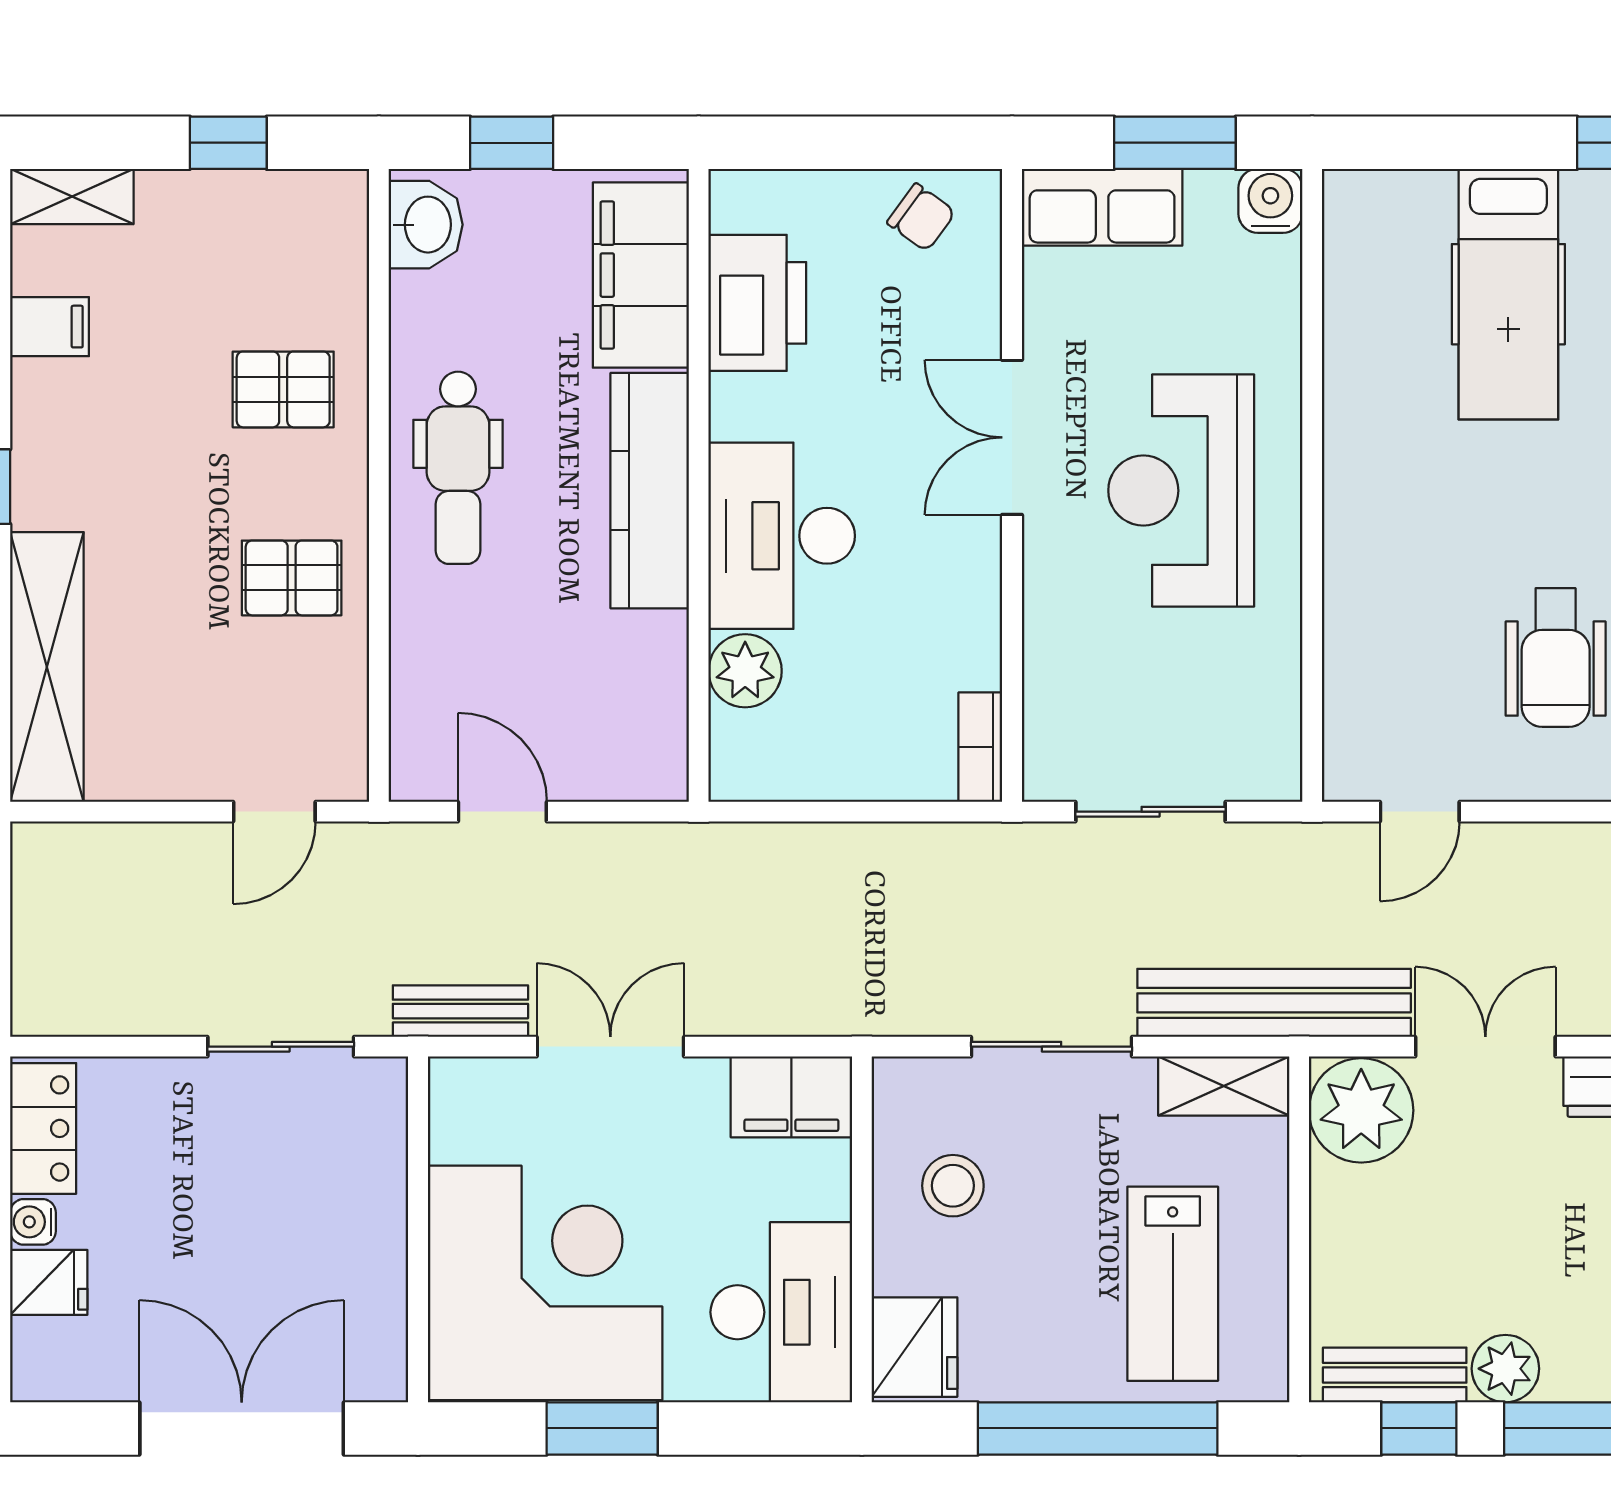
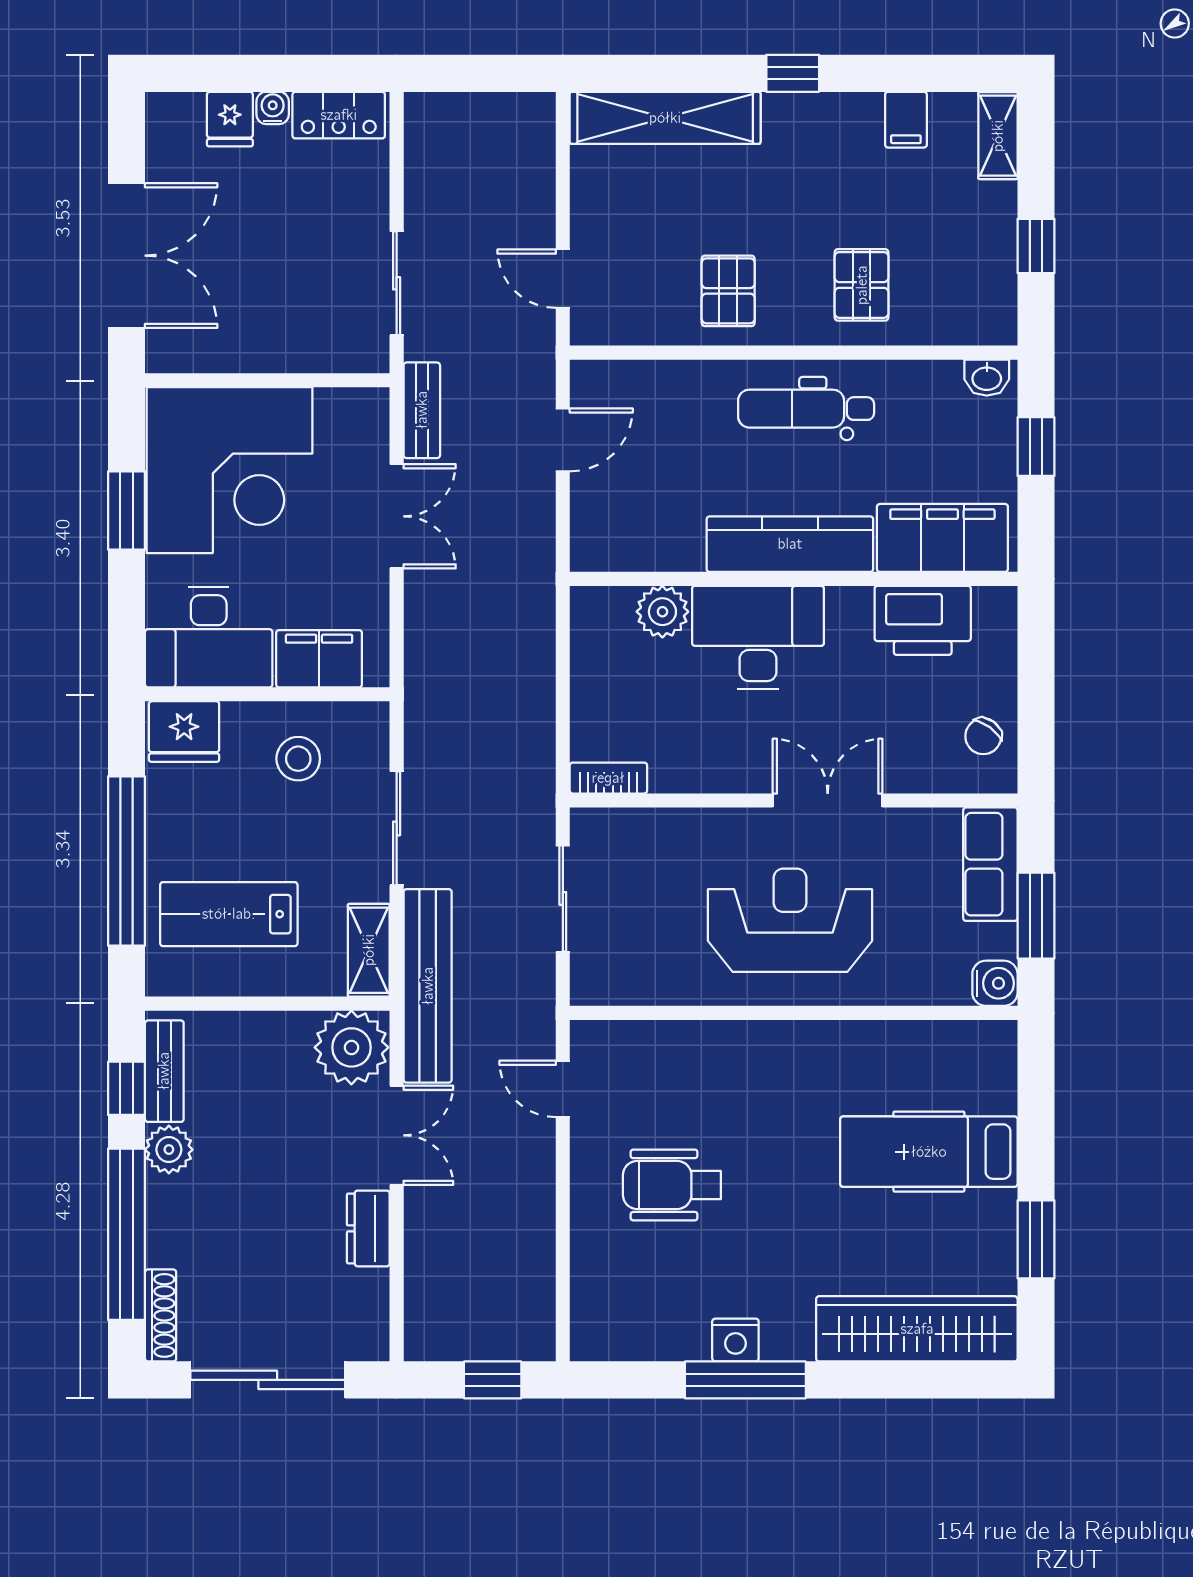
washbasin: (426, 225) -> (987, 378), width x0.72, depth x0.69
filing cabinet: (791, 1097) -> (319, 659), moved, turned 90

